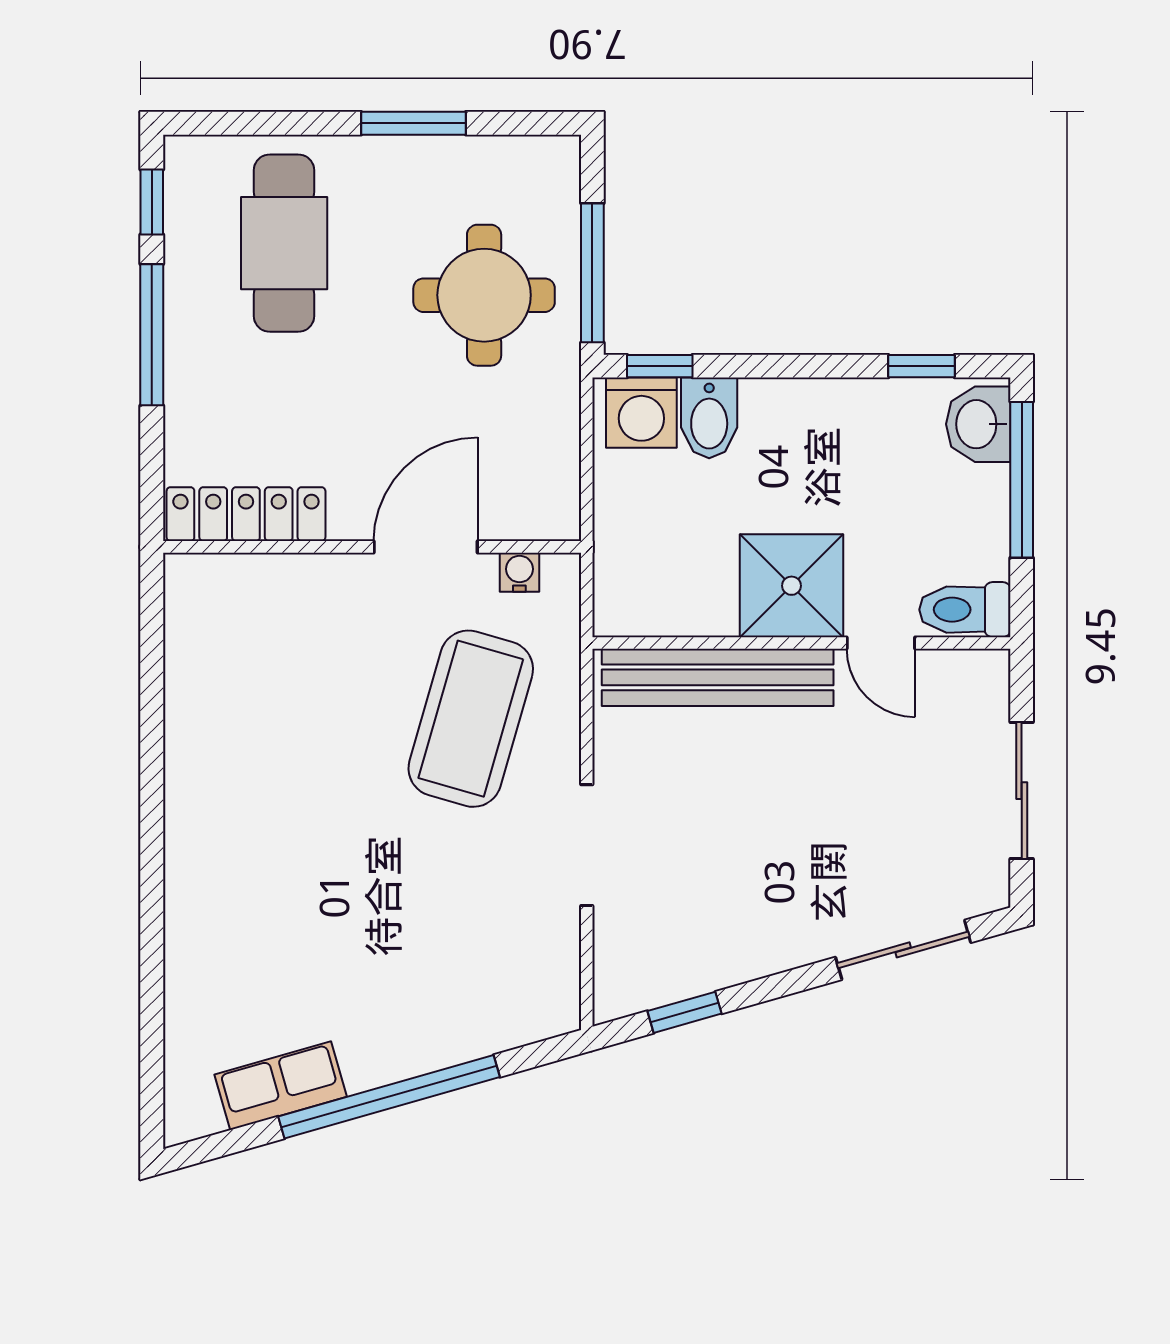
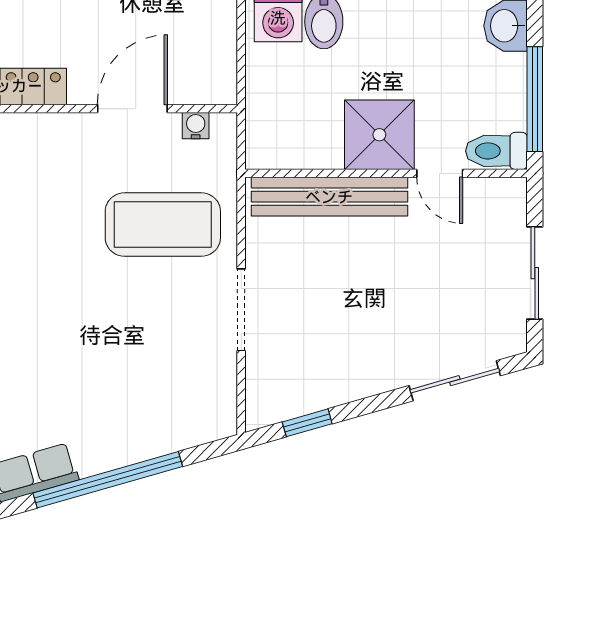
window: (1022, 480) -> (535, 99), moved
coffee table: (471, 719) -> (163, 225), turned 74

